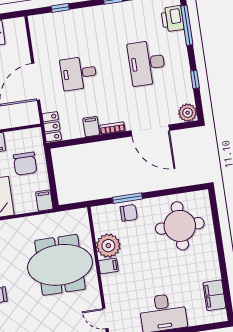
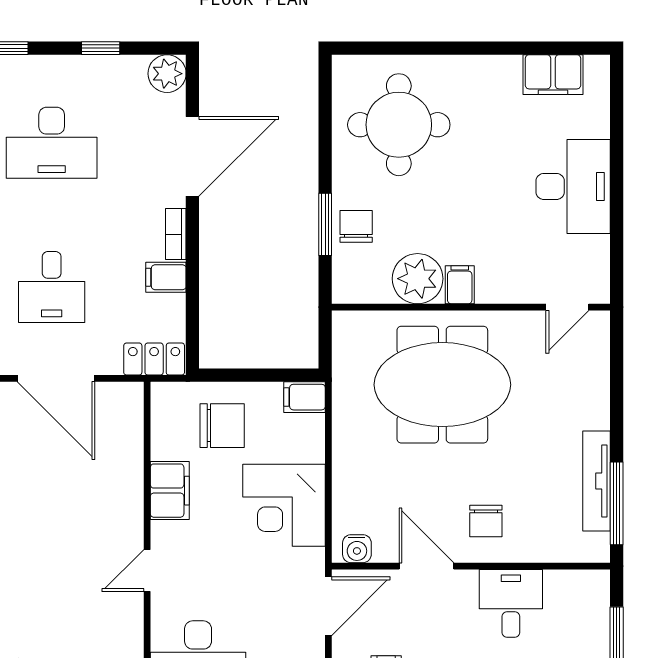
meeting table: (60, 265) -> (442, 385), turned 90

